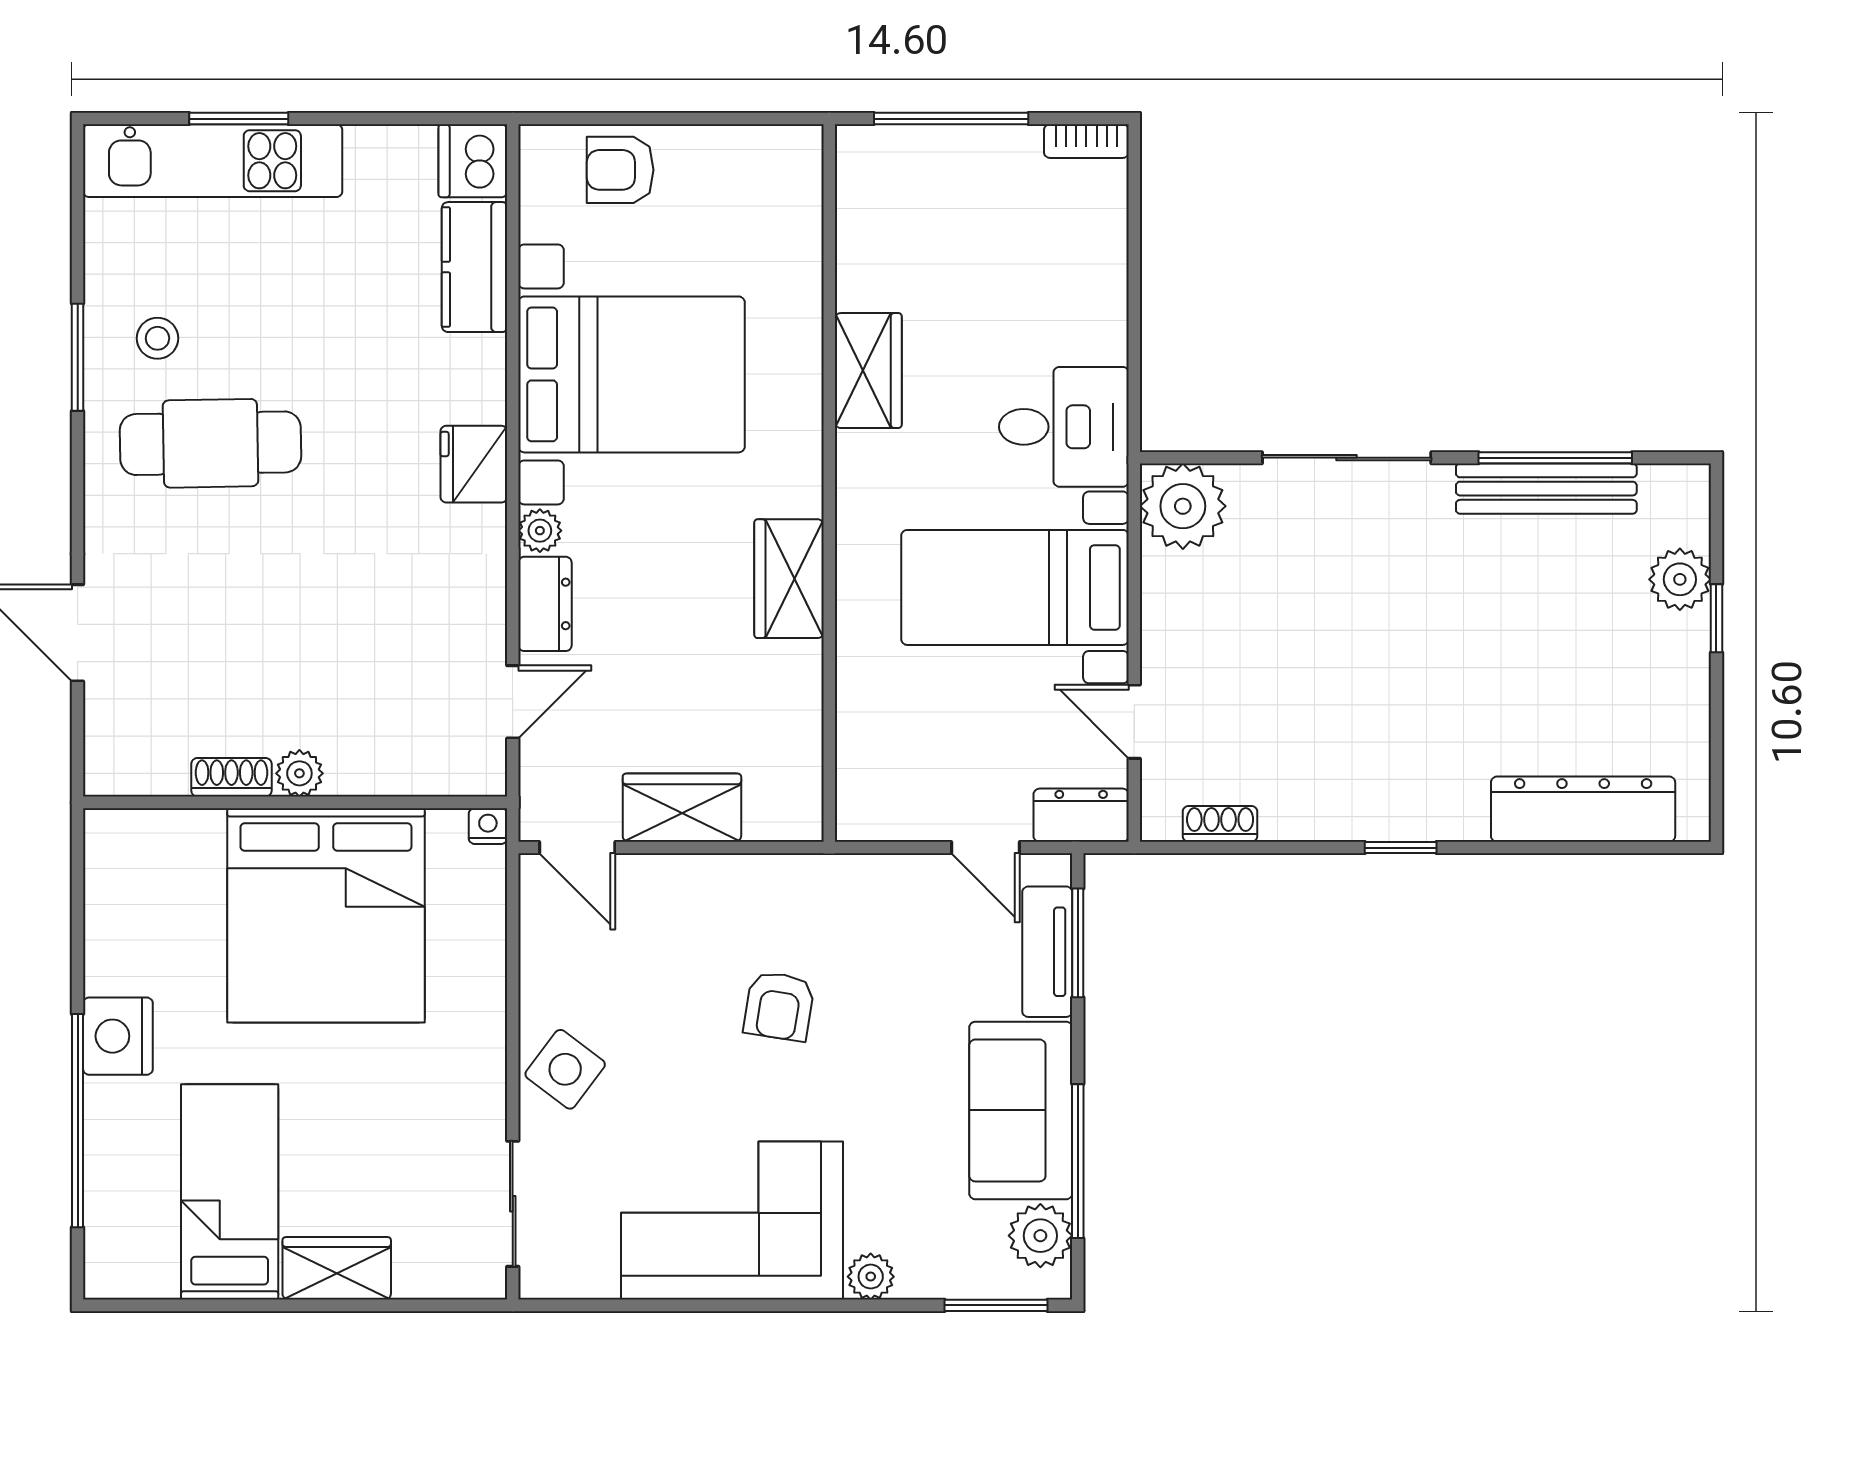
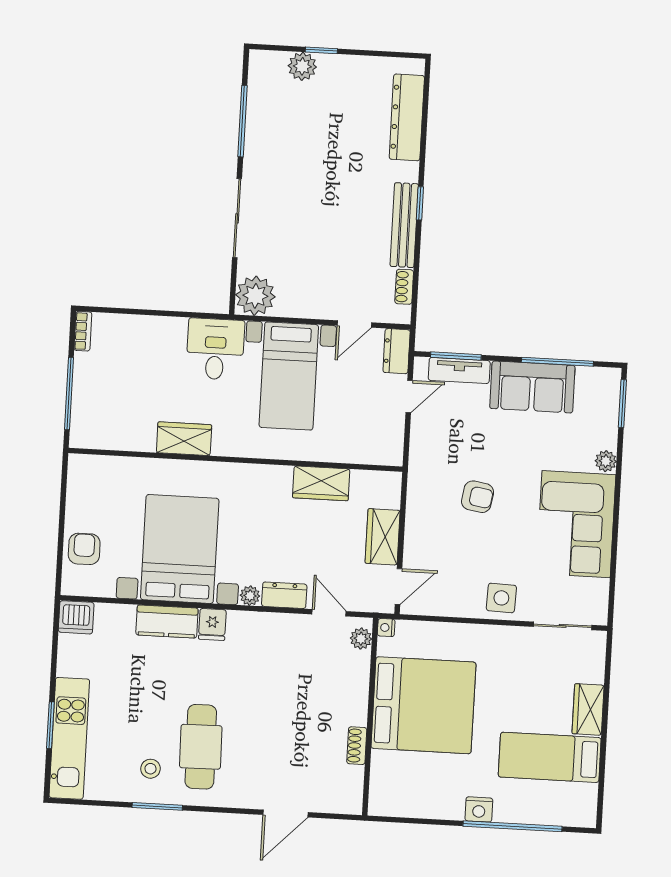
armchair: (620, 170) -> (84, 549), turned 180
kitchen counter: (475, 267) -> (167, 622), moved
fridge: (474, 464) -> (212, 624), width x0.72
bench: (1546, 489) -> (404, 225), moved
wardrobe: (789, 579) -> (321, 483), moved
plant: (299, 773) -> (361, 639), moved
nightstand: (118, 1036) -> (479, 809), width x0.74, depth x0.75
side table: (565, 1069) -> (501, 598), turned -35
plant: (1040, 1236) -> (591, 381), removed

